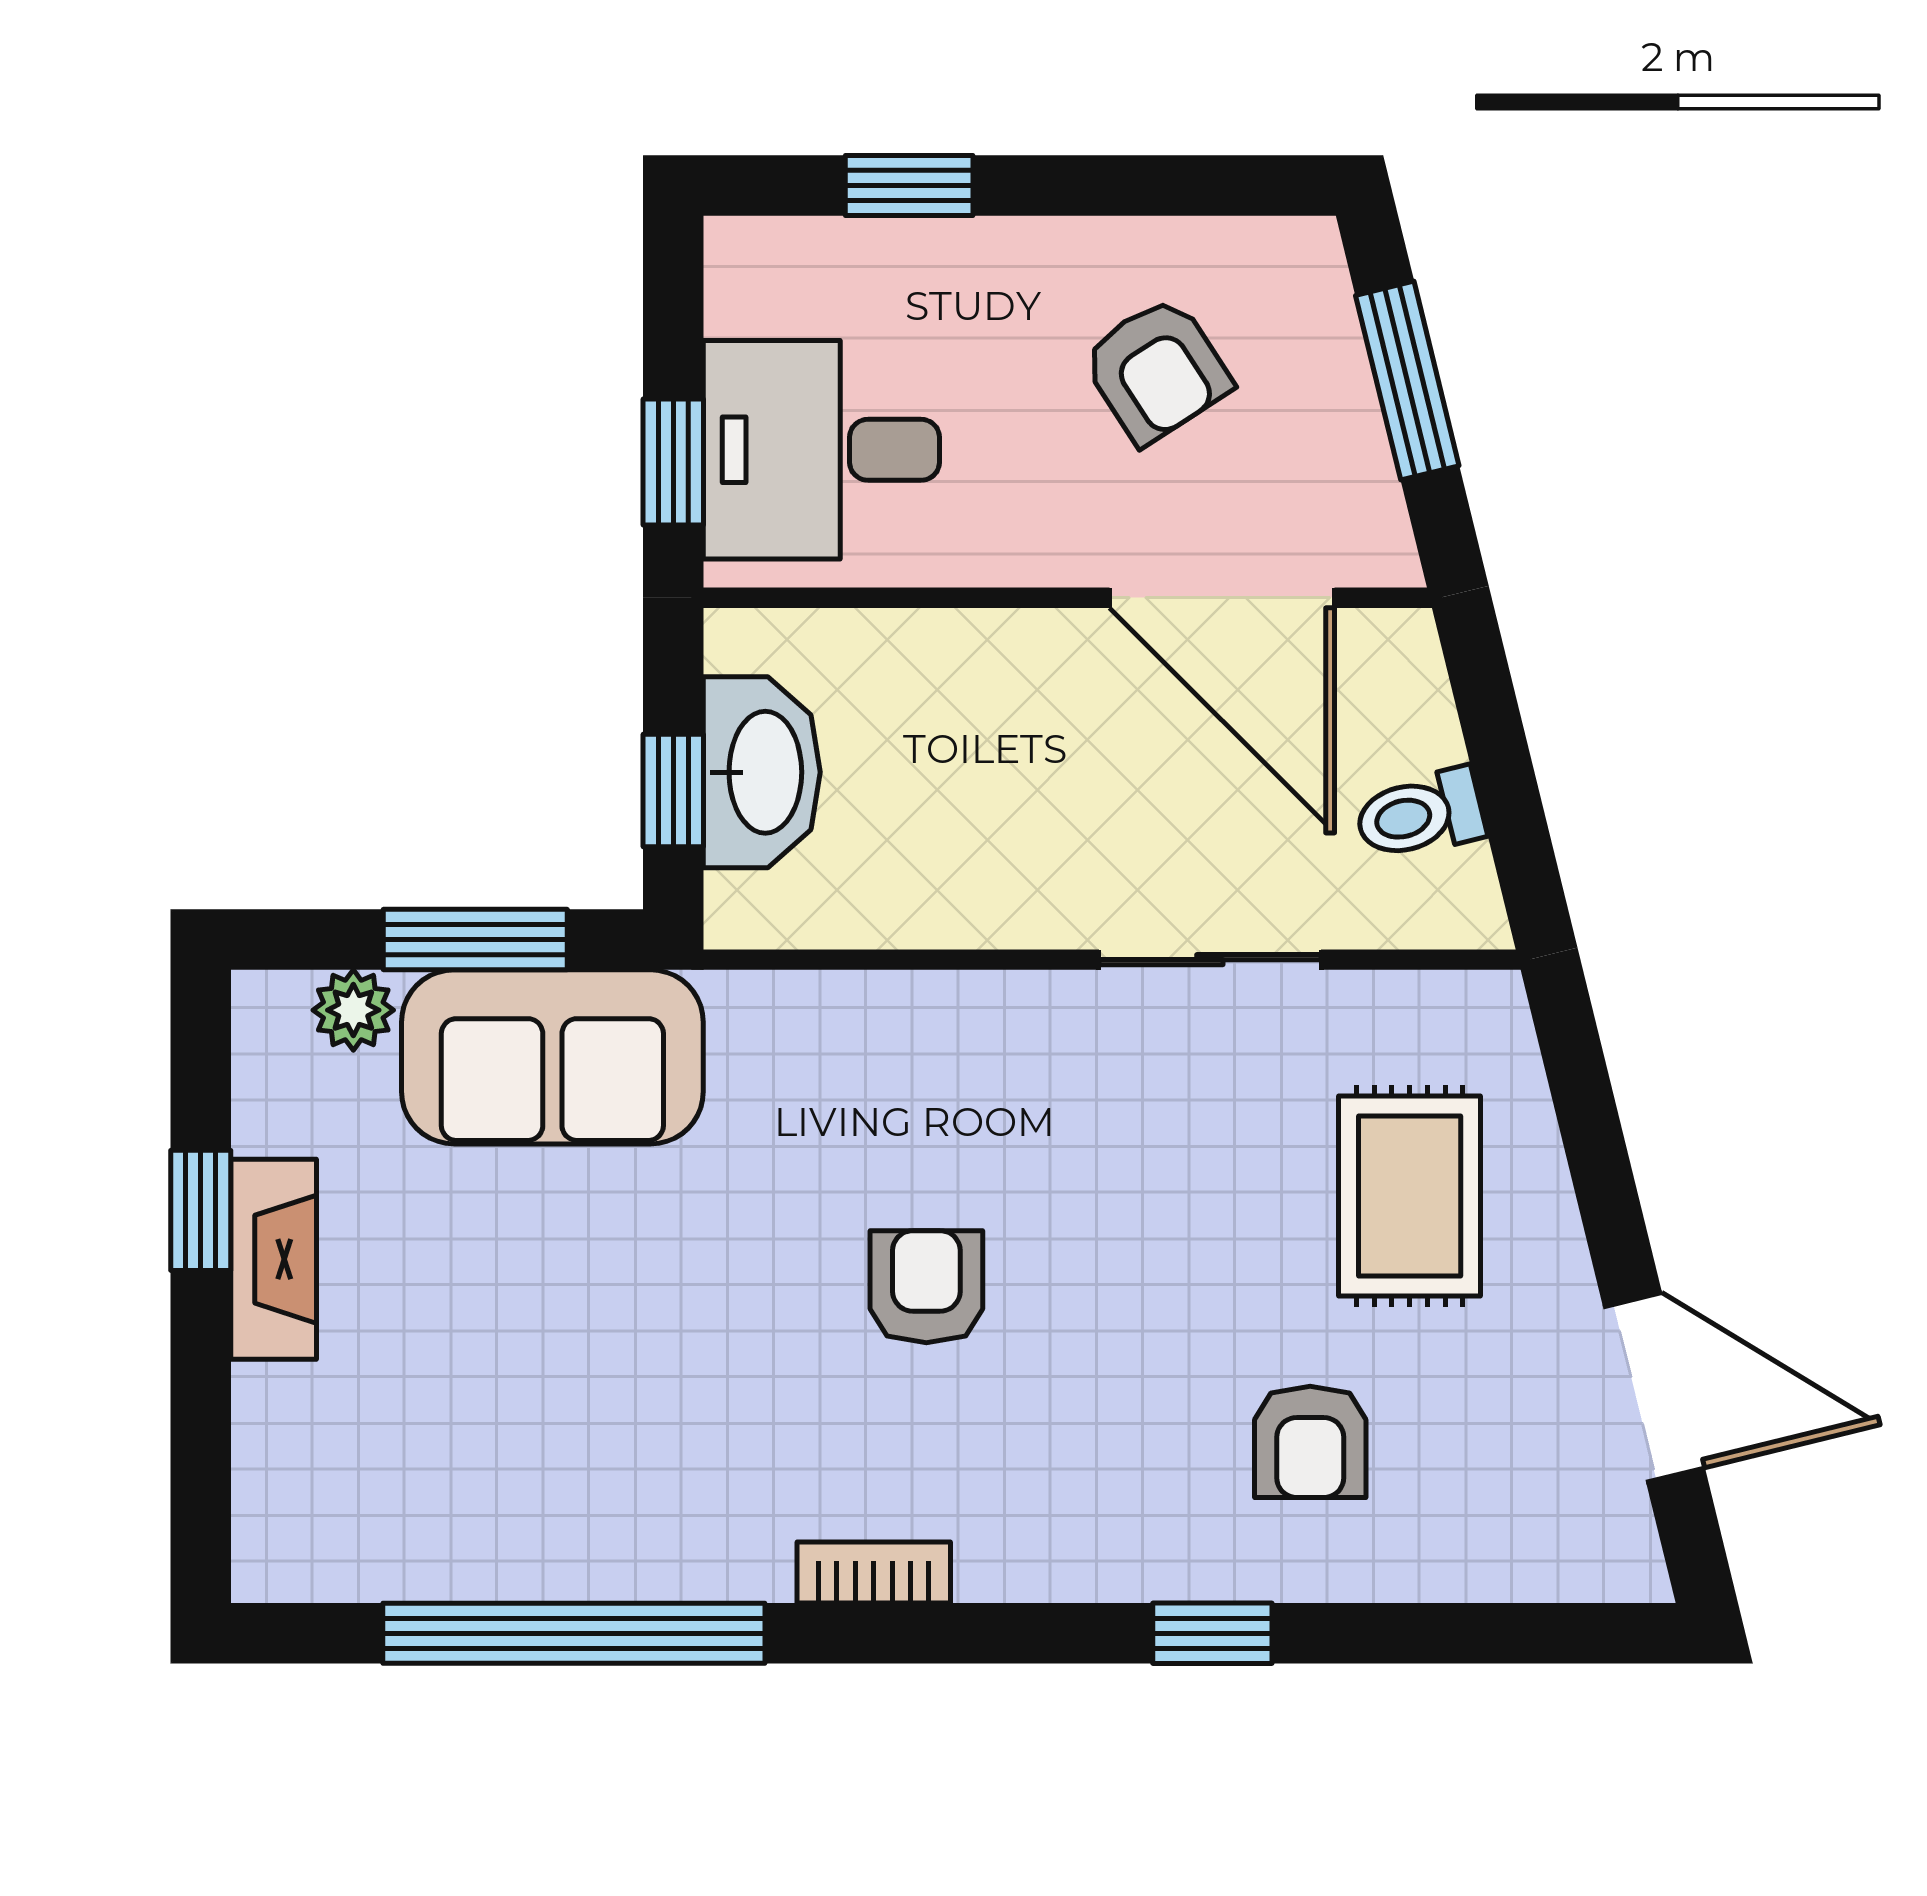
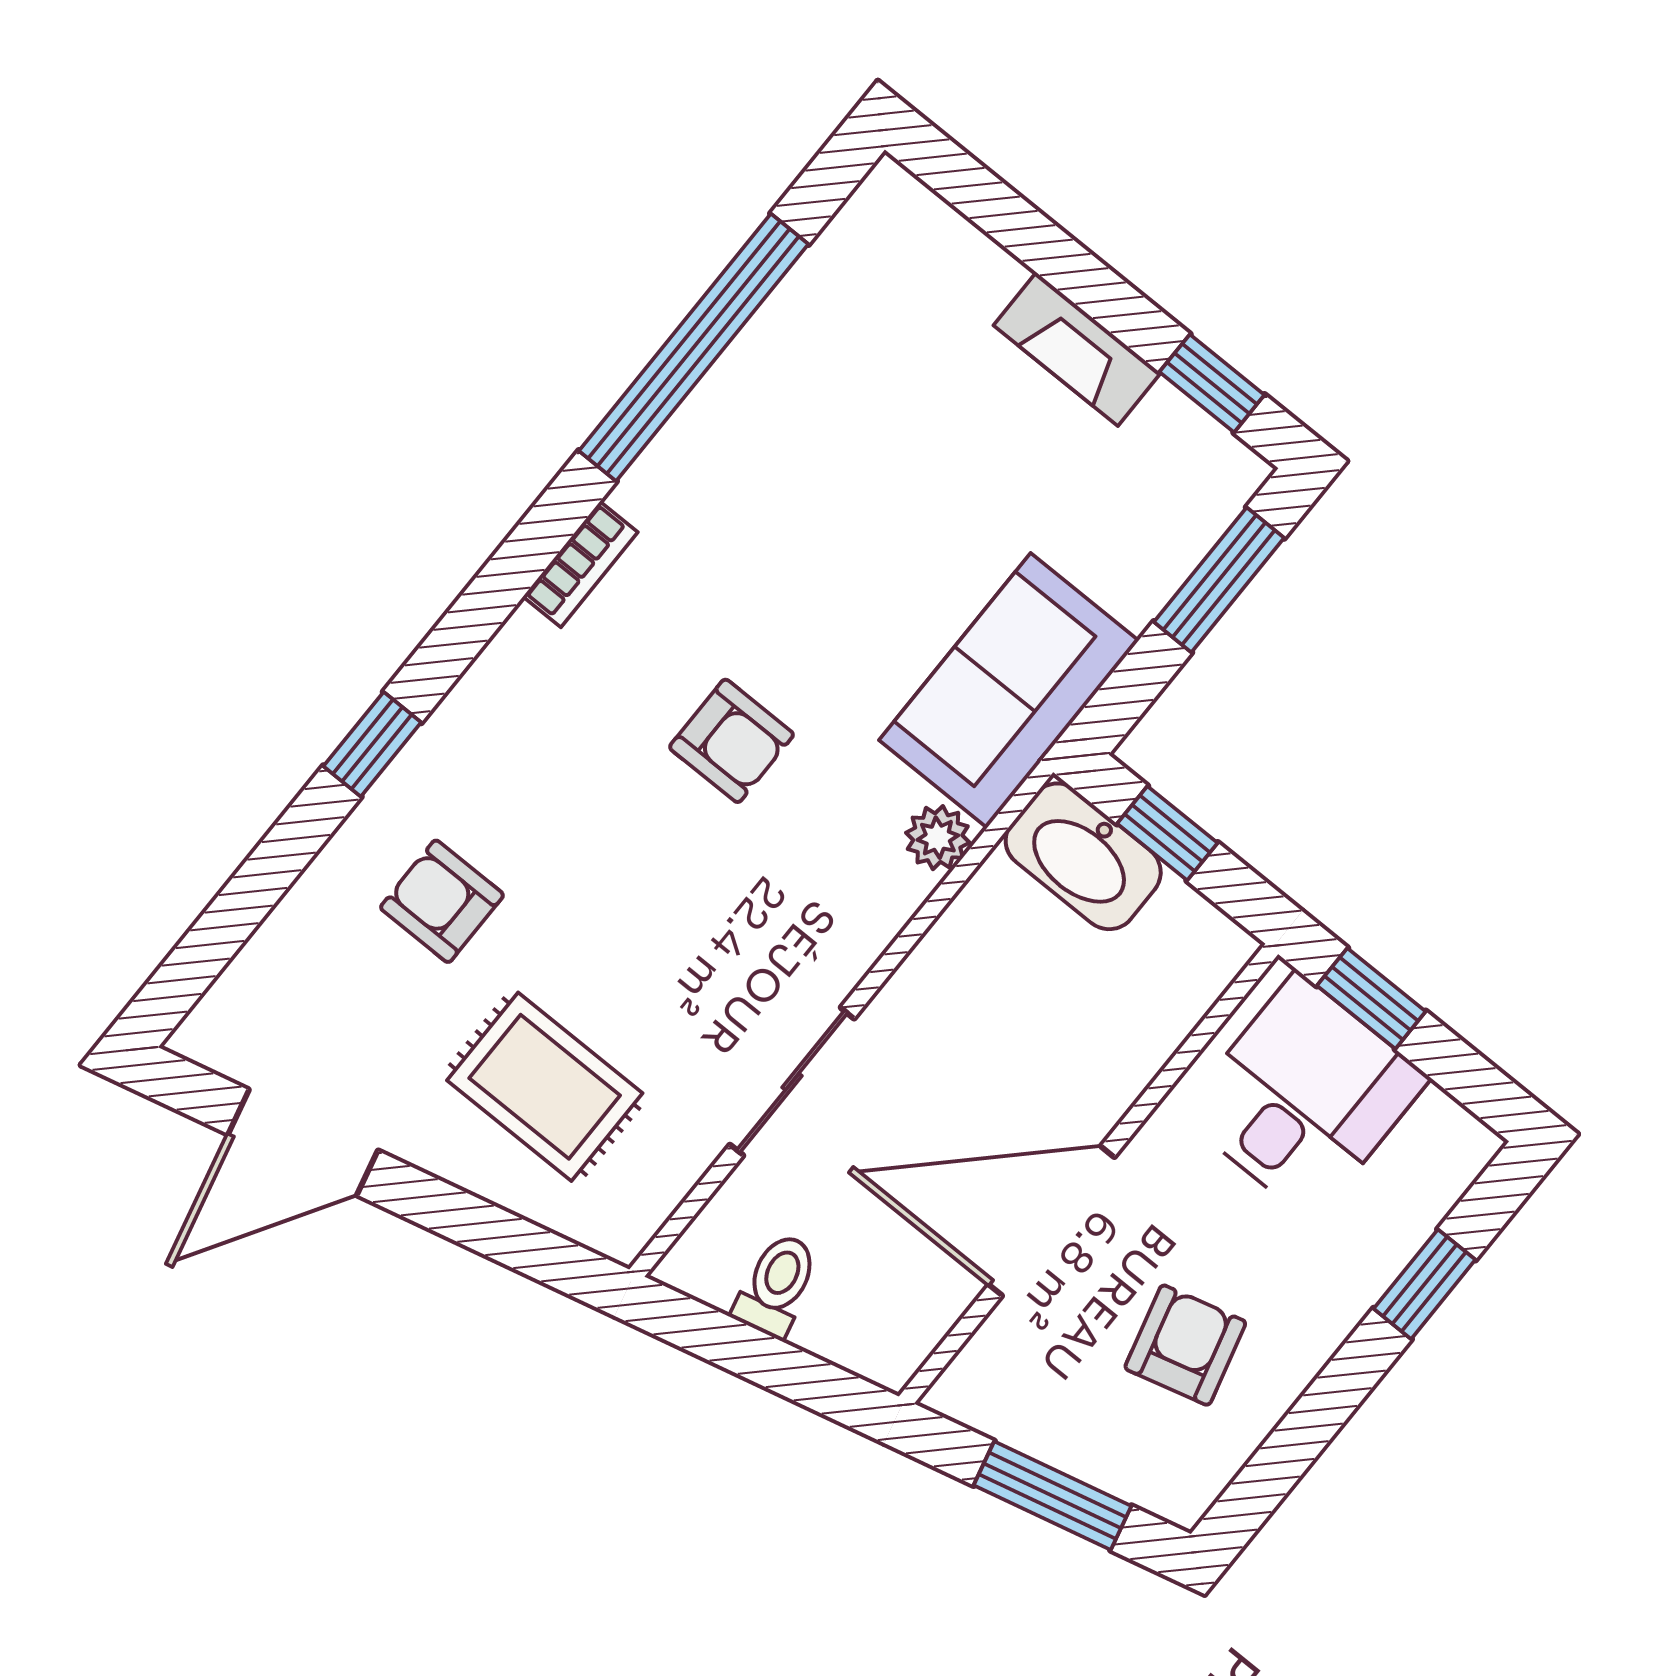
armchair: (1157, 370) -> (1185, 1345), turned 108
door: (1222, 598) -> (1052, 1221), moved
washbasin: (762, 772) -> (1083, 856), moved
window: (475, 940) -> (1219, 580), moved
plant: (353, 1010) -> (938, 838), moved
sofa: (552, 1057) -> (1009, 690), moved
window: (201, 1210) -> (1212, 383), moved

